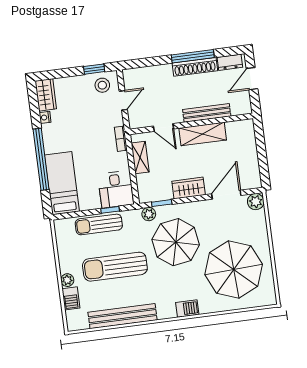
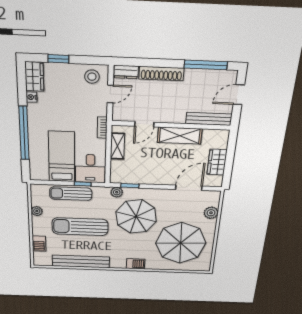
window: (193, 56) -> (206, 65), moved
dresser: (230, 62) -> (126, 72), moved
shoe rack: (195, 67) -> (161, 74), moved
window: (94, 69) -> (58, 59), moved
bench: (207, 113) -> (209, 119), moved
door: (164, 127) -> (144, 124), hinge flipped
bed: (62, 183) -> (62, 157), moved
wardrobe: (189, 188) -> (217, 162), moved, turned -90
plant: (256, 202) -> (211, 213), moved
plant: (67, 280) -> (37, 211), moved

